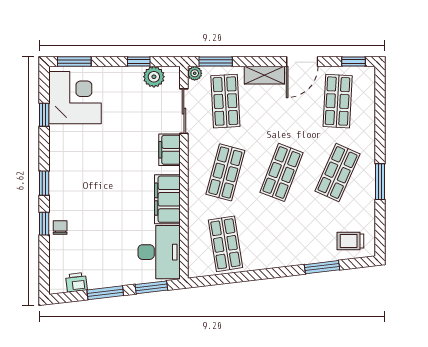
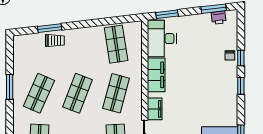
trolley: (350, 241) -> (55, 41), moved
window: (105, 293) -> (214, 9), moved

